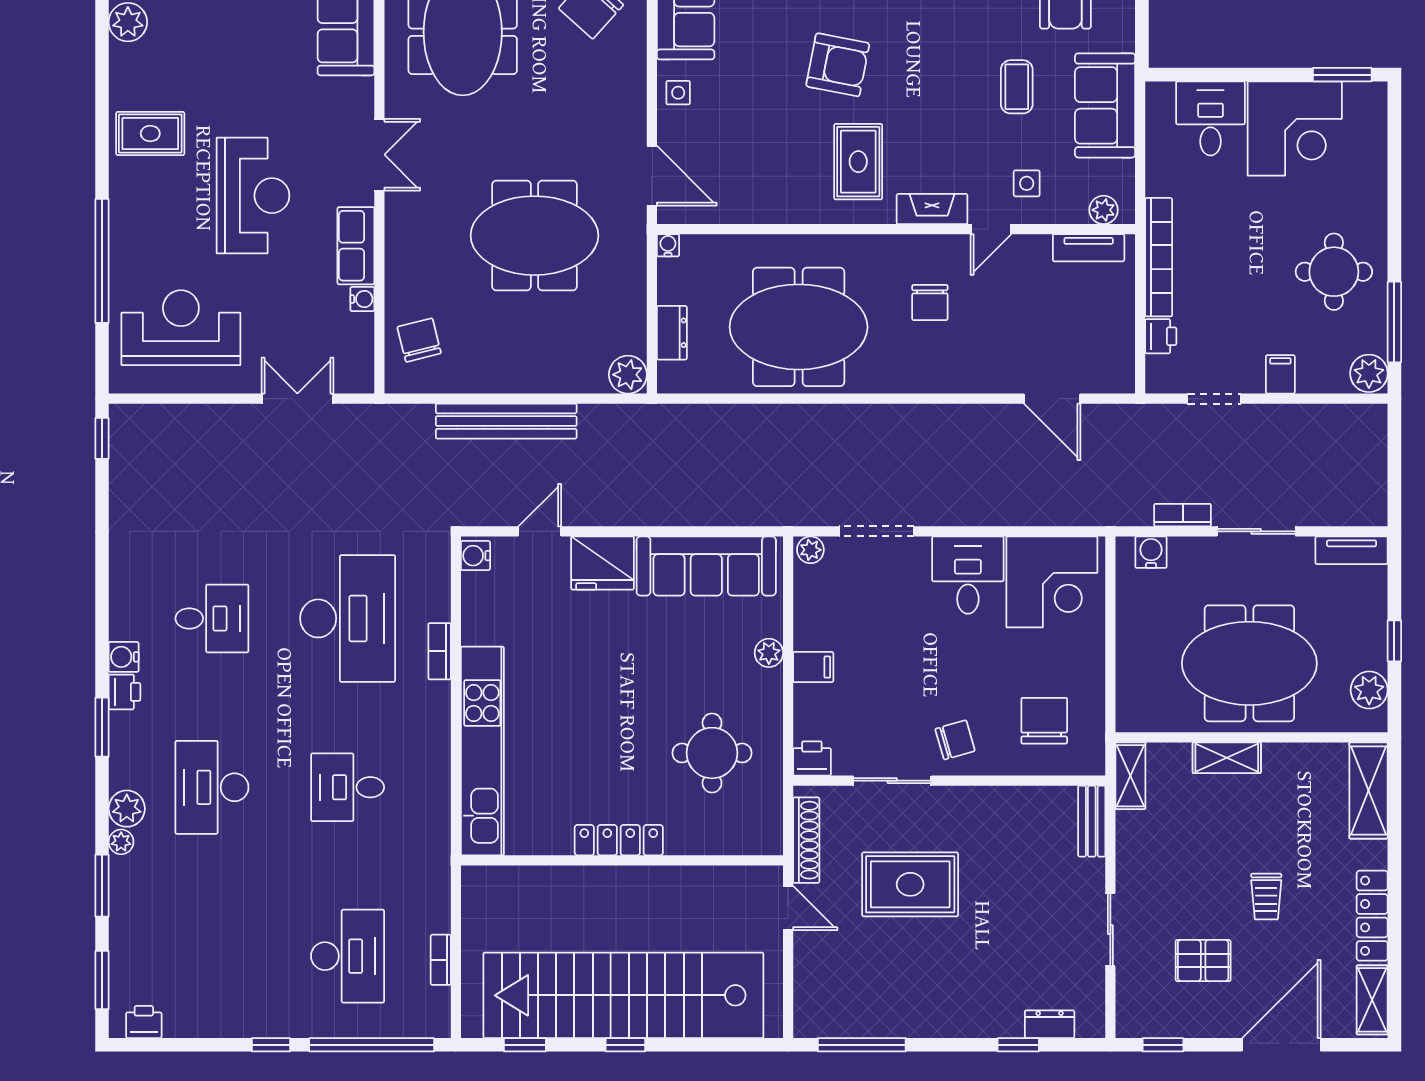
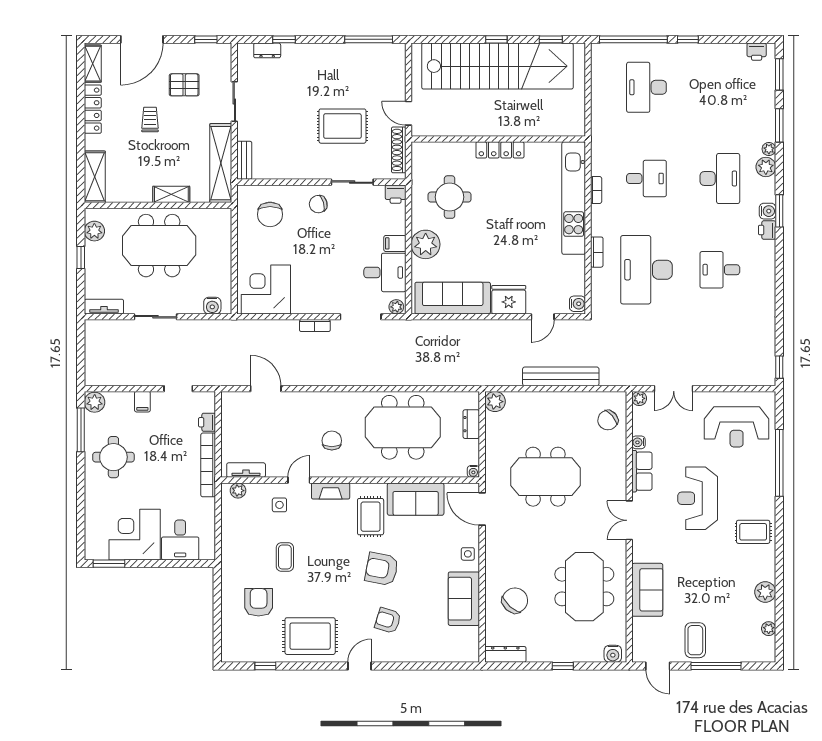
sofa: (1105, 105) -> (416, 499), moved, turned 90
chair: (419, 340) -> (608, 420), turned 64
plant: (361, 380) -> (639, 398), added
bookcase: (1183, 515) -> (315, 326), moved
desk: (968, 575) -> (385, 272), moved, turned -90
plant: (769, 653) -> (426, 244), width x1.87, depth x1.87
water cooler: (124, 657) -> (768, 211), moved
shelving: (1130, 776) -> (221, 163), width x2.20, depth x1.33
bookcase: (441, 960) -> (596, 190), moved

